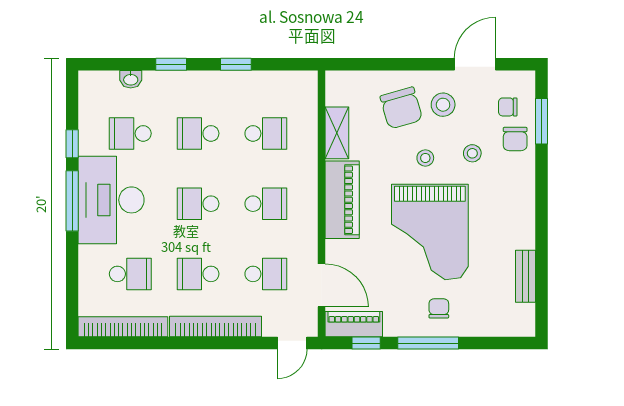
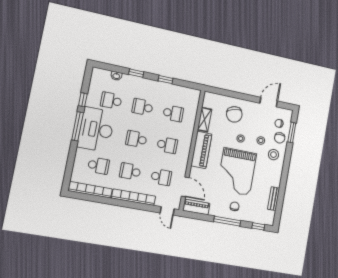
stool: (443, 105) -> (273, 155), moved
door: (292, 343) -> (167, 211), hinge flipped
window: (366, 343) -> (258, 226), moved

